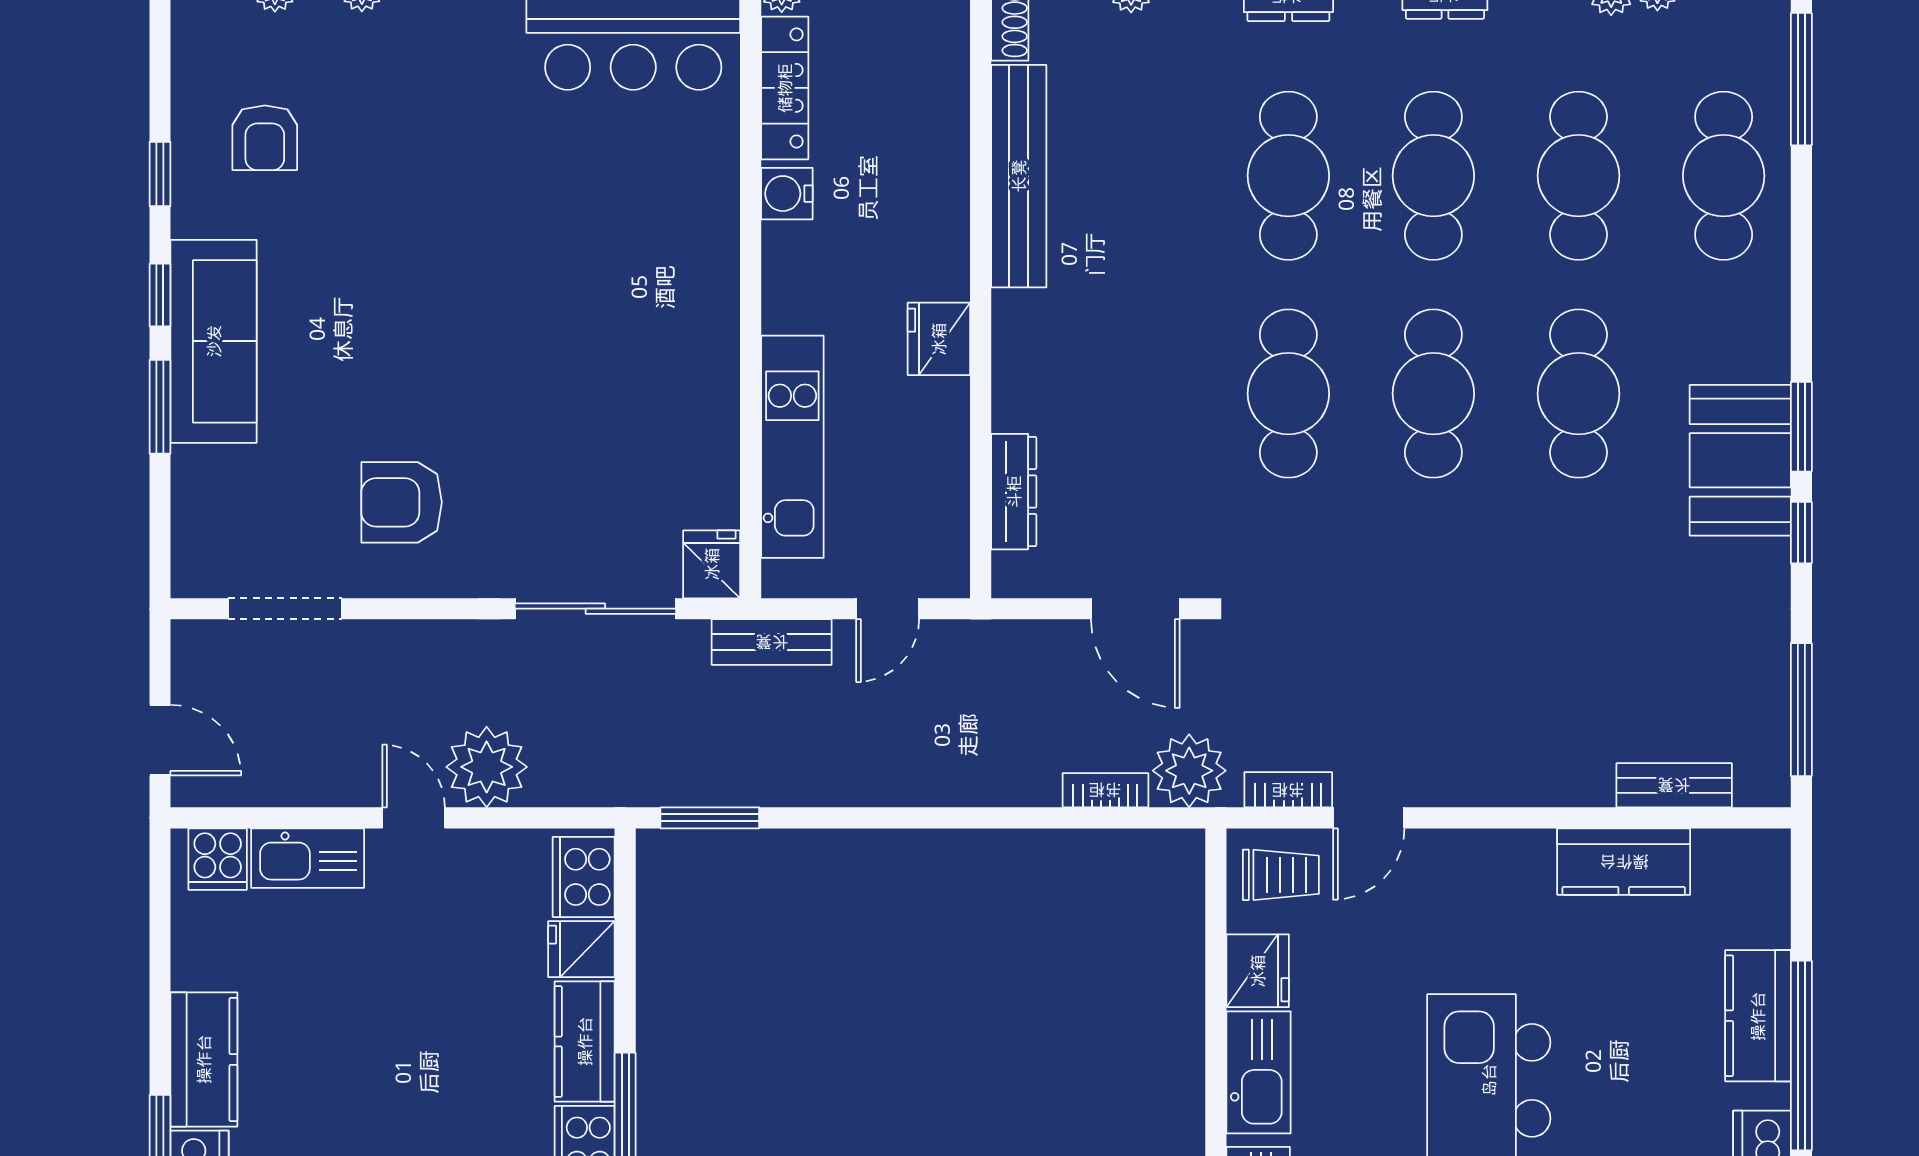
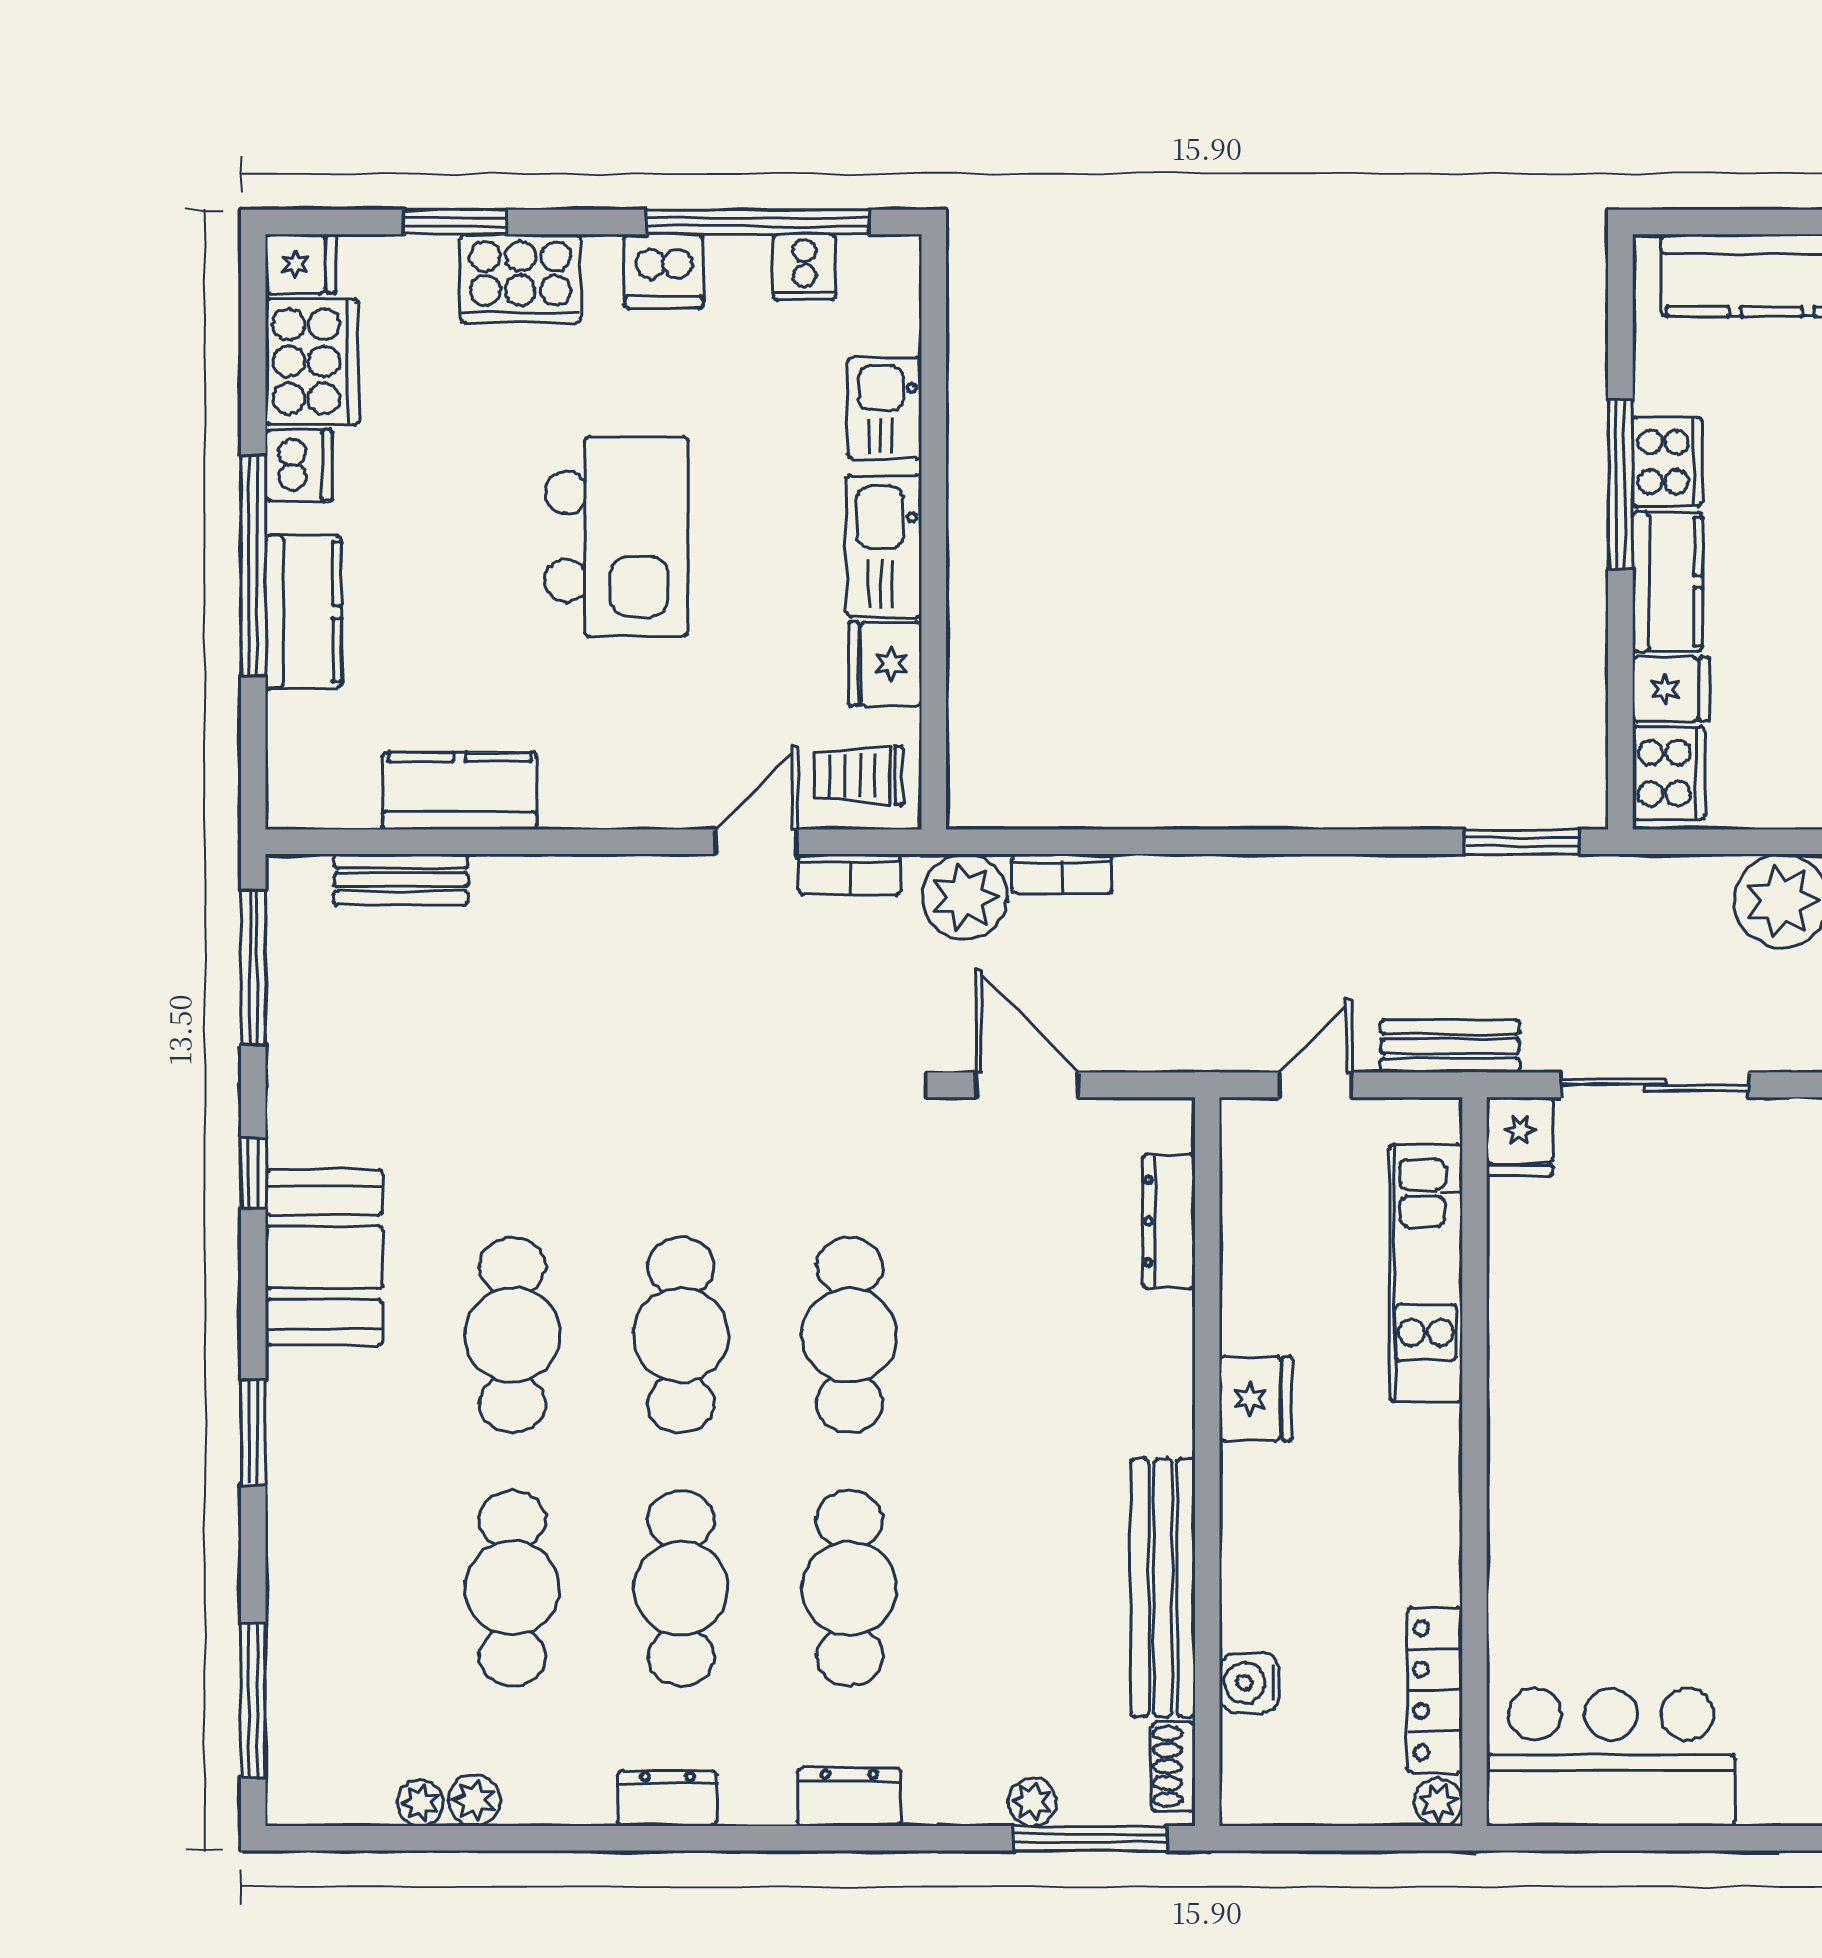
cafe table: (1724, 176) -> (344, 1588), removed
water cooler: (787, 194) -> (1249, 1683), moved, turned 180
window: (1801, 427) -> (253, 1432), moved

